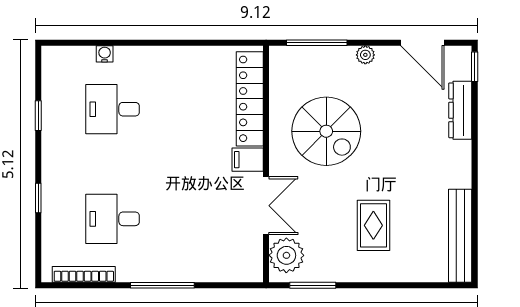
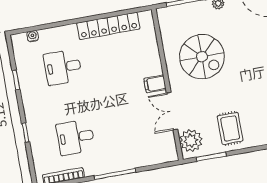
water cooler: (105, 54) -> (33, 36), moved
locker: (250, 99) -> (108, 26), moved, turned -90
double door: (266, 206) -> (172, 111), swing flipped
rug: (373, 225) -> (230, 128), moved

